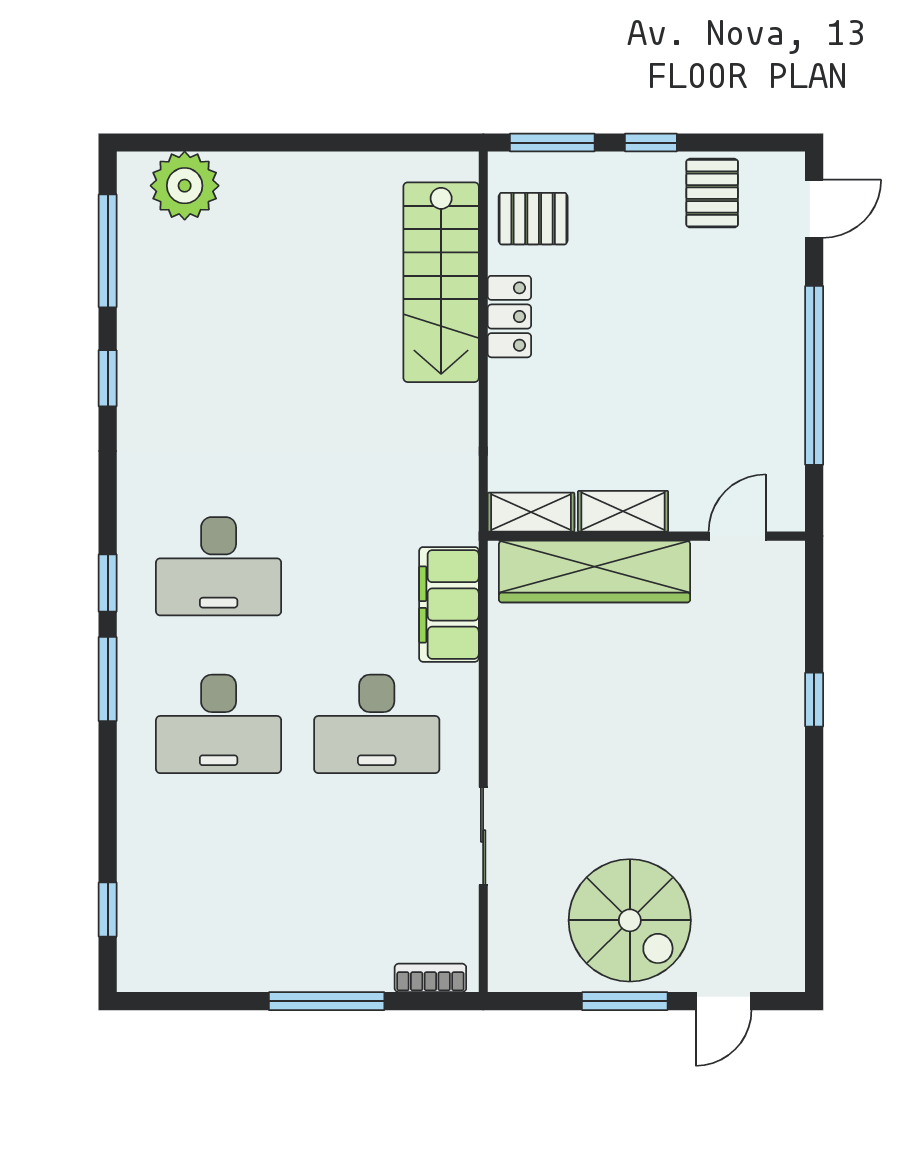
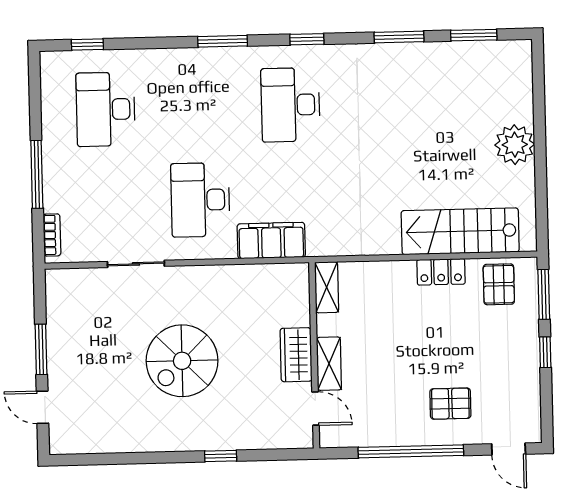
plant: (185, 186) -> (515, 145), moved
pallet: (712, 193) -> (450, 404), moved
window: (108, 251) -> (474, 35), width x0.69
window: (108, 378) -> (399, 37), width x1.50
shelving: (623, 511) -> (329, 364), moved
wardrobe: (595, 571) -> (296, 355), width x0.48, depth x0.85
window: (108, 583) -> (307, 39), moved
desk: (219, 724) -> (105, 109), moved
spiral stairs: (630, 920) -> (182, 361), moved

